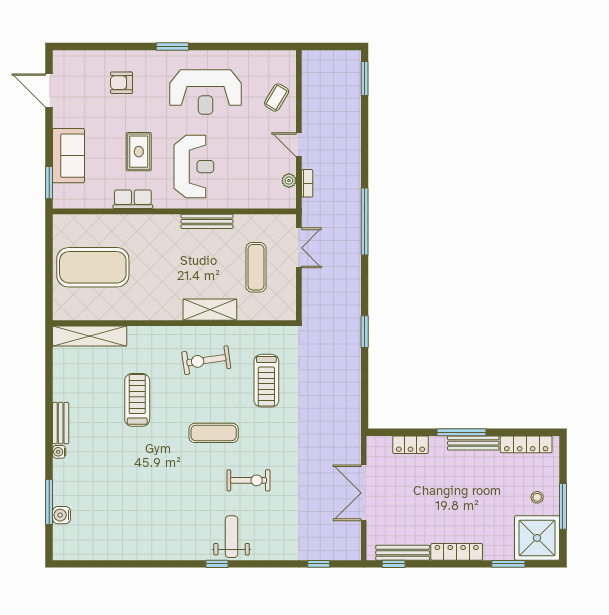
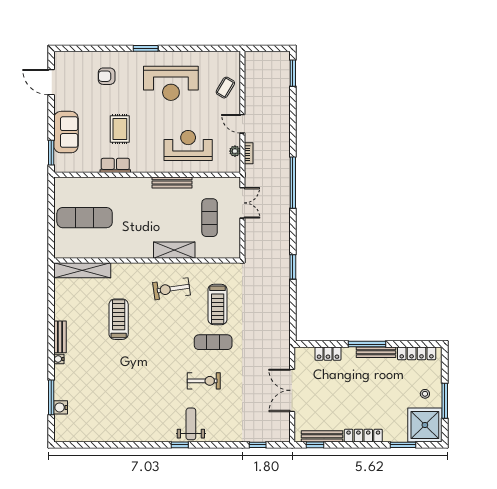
reception desk: (194, 167) -> (188, 145), moved, turned -90
exercise mat: (93, 267) -> (85, 218), width x0.68
exercise mat: (214, 433) -> (213, 342), moved

